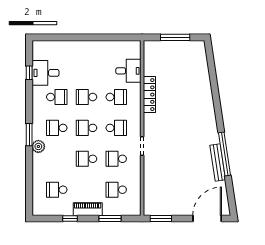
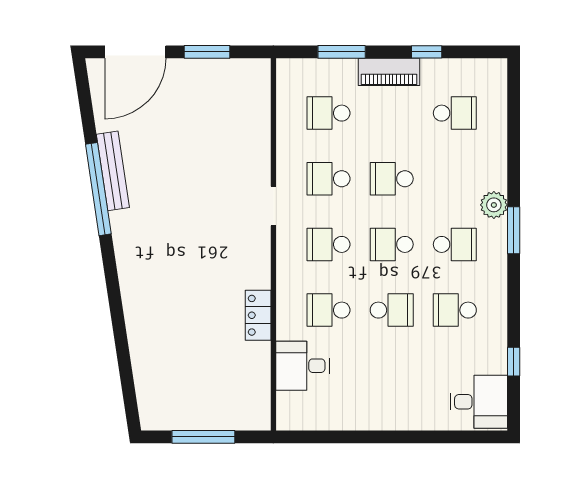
desk: (45, 73) -> (479, 402), moved
locker: (149, 95) -> (258, 315), width x0.66
school desk: (86, 128) -> (392, 244), turned 180
school desk: (86, 159) -> (392, 179), turned 180
school desk: (116, 159) -> (328, 179), turned 180
school desk: (116, 190) -> (328, 113), turned 180
window: (161, 218) -> (207, 52), moved

